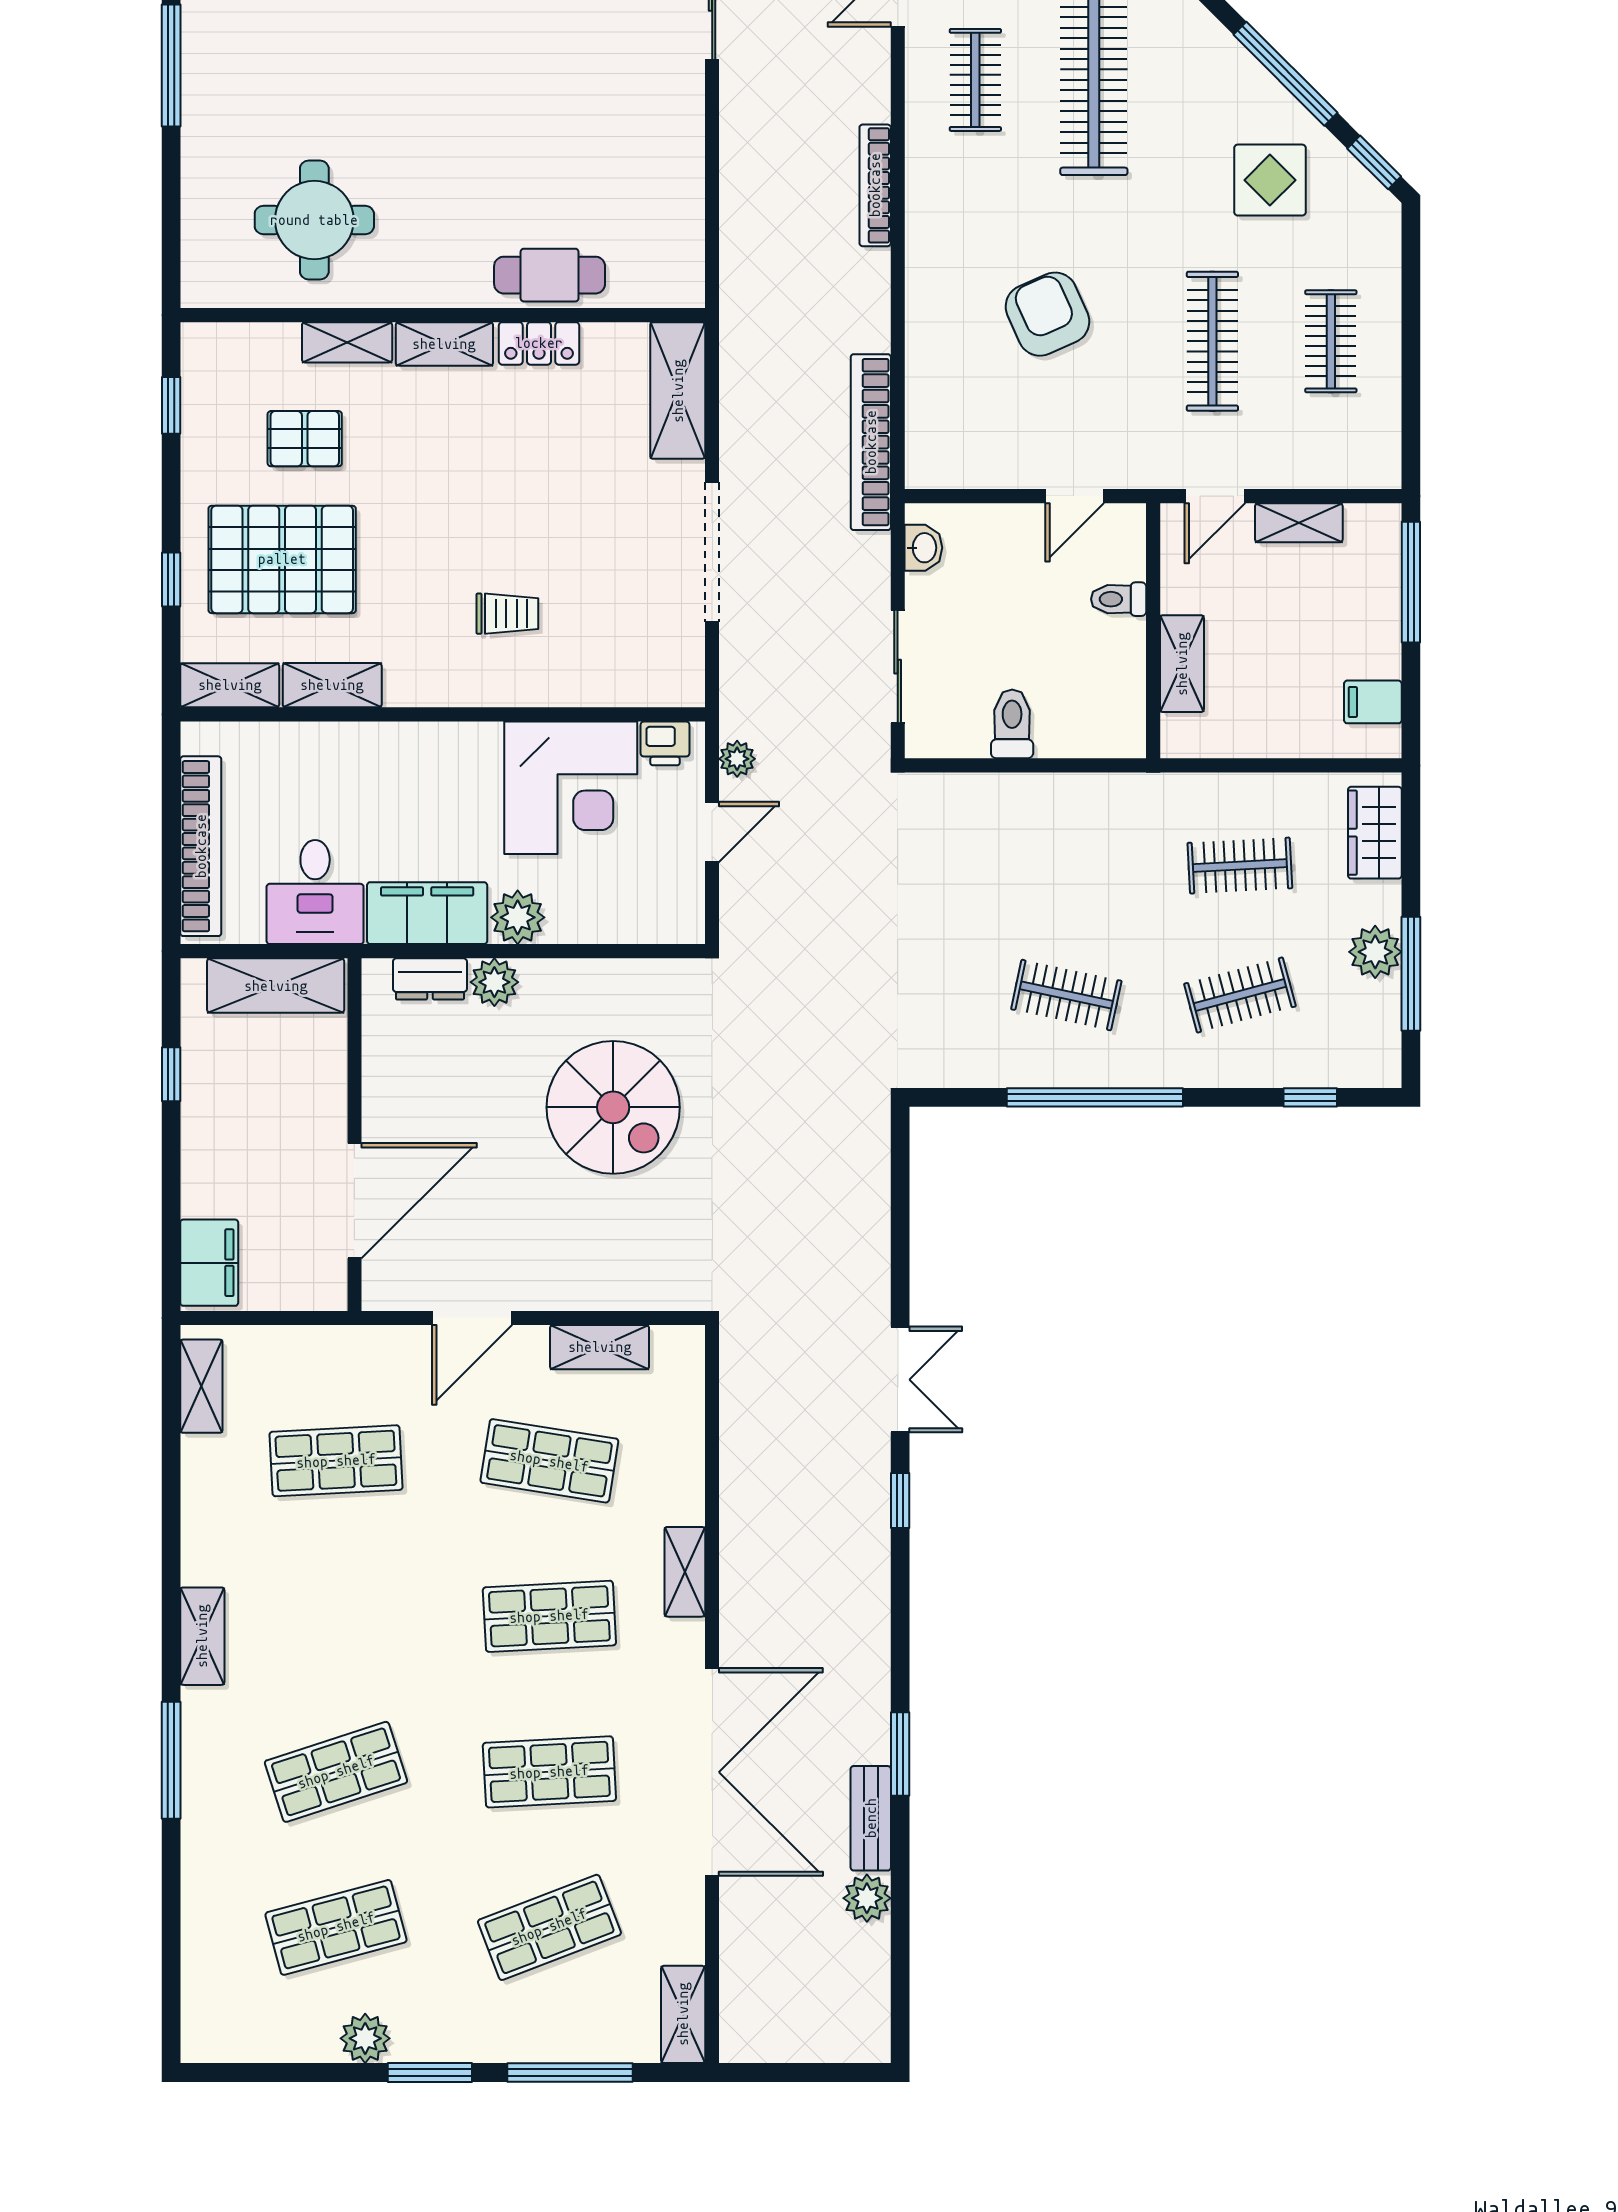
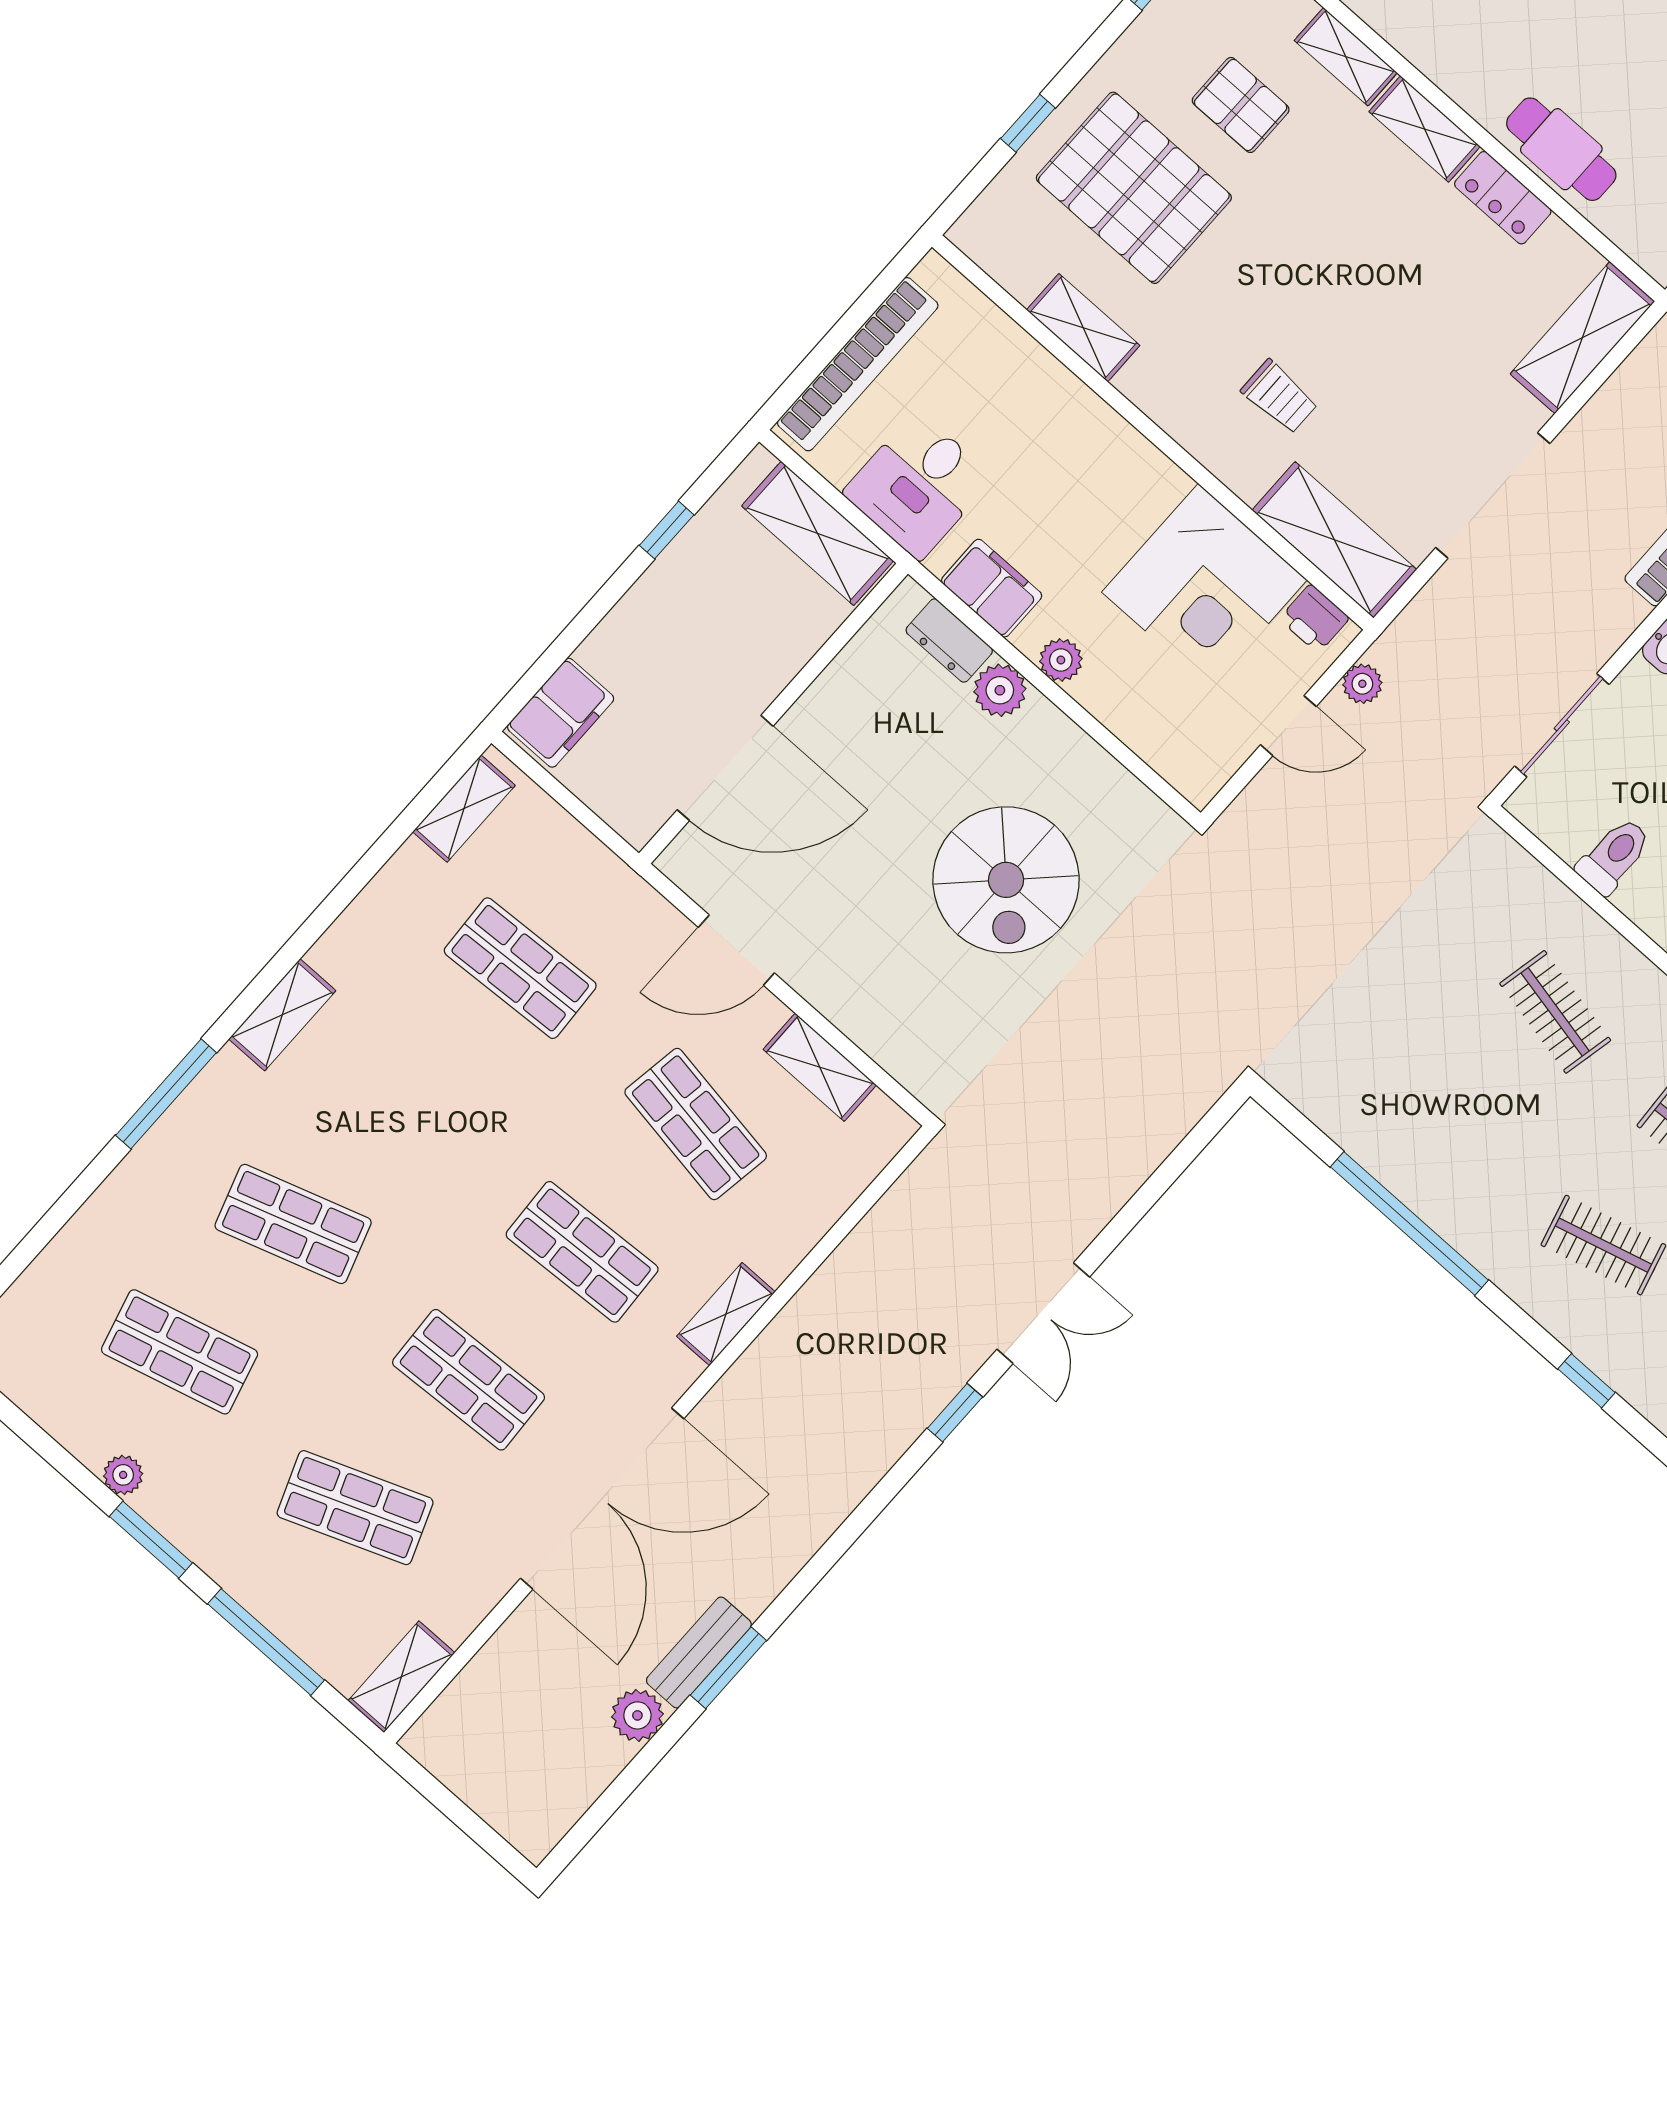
shelving: (230, 685) -> (1334, 540), moved, width x1.50, depth x1.33
filing cabinet: (427, 913) -> (992, 588), width x0.67, depth x0.86
plant: (518, 917) -> (1061, 660), width x0.73, depth x0.73
clothes rail: (1066, 995) -> (1555, 1012), moved
window: (900, 1754) -> (728, 1668), moved
plant: (365, 2038) -> (123, 1475), width x0.73, depth x0.73

